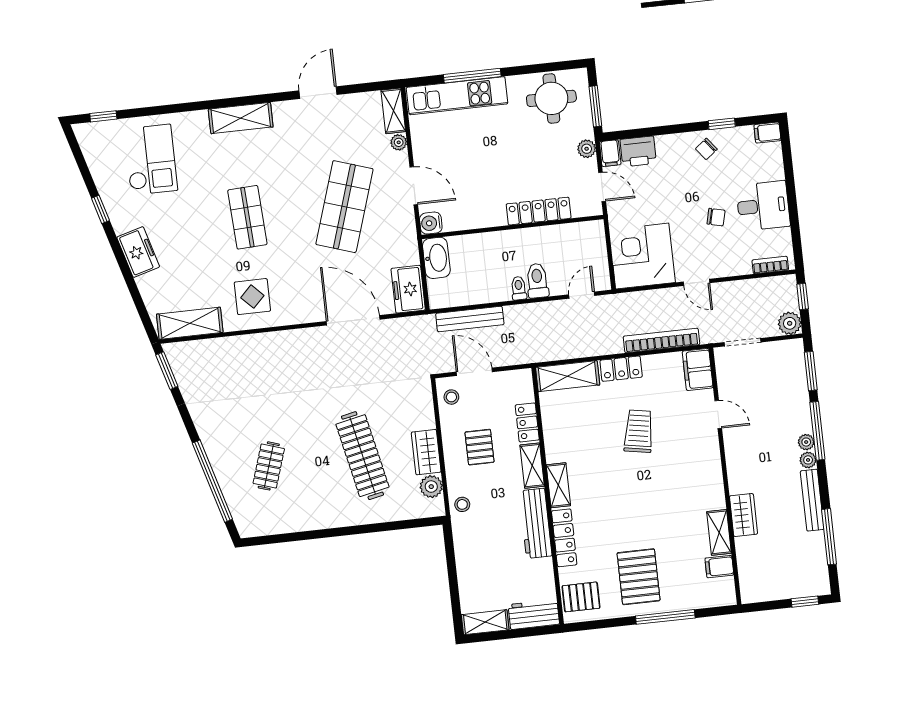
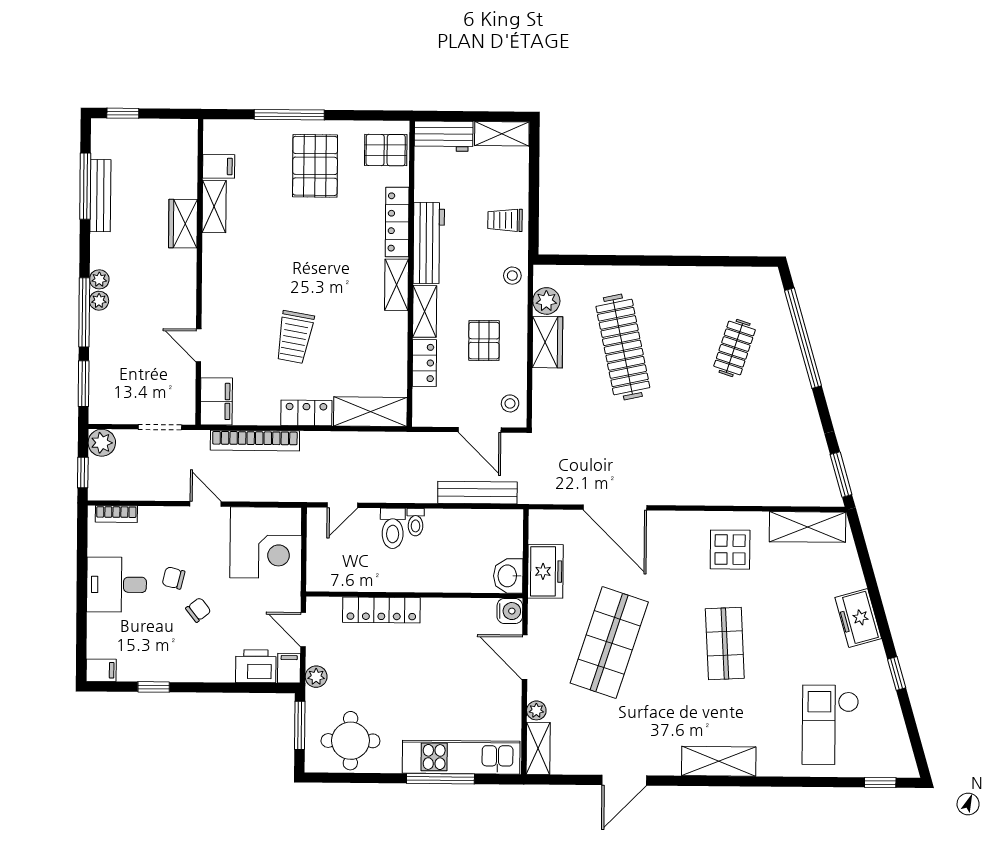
chair: (706, 149) -> (198, 610), moved
washbasin: (436, 258) -> (508, 576), width x0.72
freezer: (408, 289) -> (545, 571), moved
bench: (812, 500) -> (100, 196), moved
trolley: (474, 550) -> (505, 220), added

